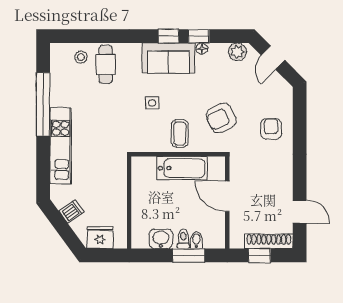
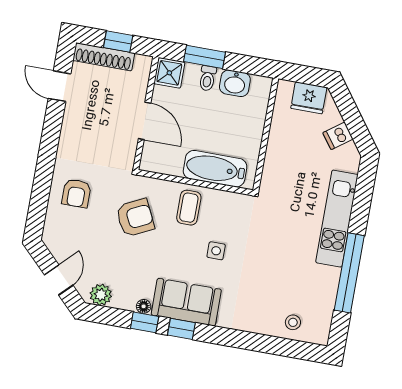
cafe table: (106, 64) -> (264, 308), removed
bathtub: (182, 168) -> (215, 169), moved
shower: (214, 238) -> (169, 73), added
bidet: (196, 240) -> (192, 74), removed

